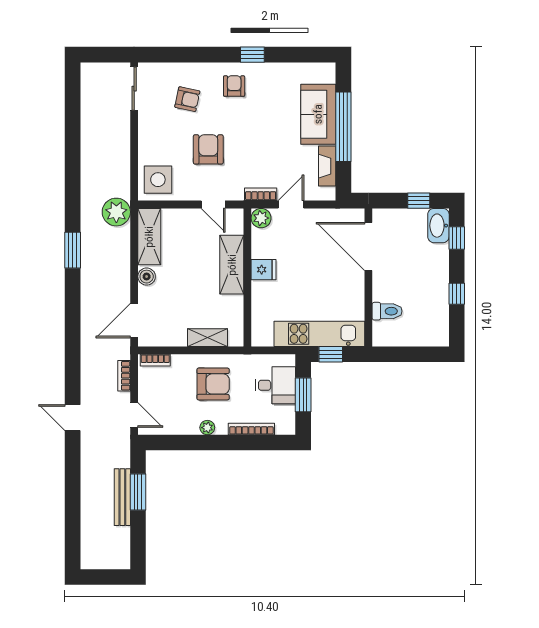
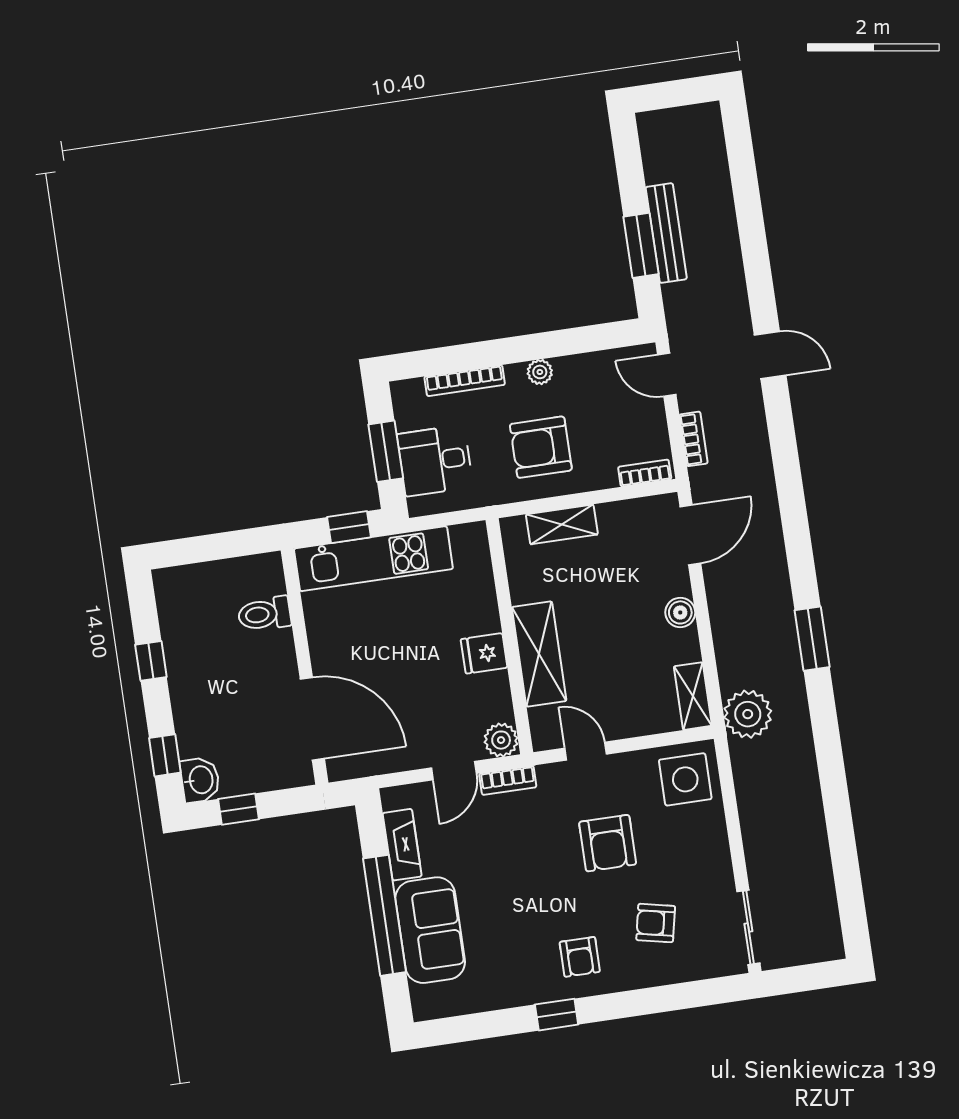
washbasin: (438, 226) -> (200, 780), width x0.72
shelving: (149, 237) -> (693, 696), width x0.67, depth x0.75

